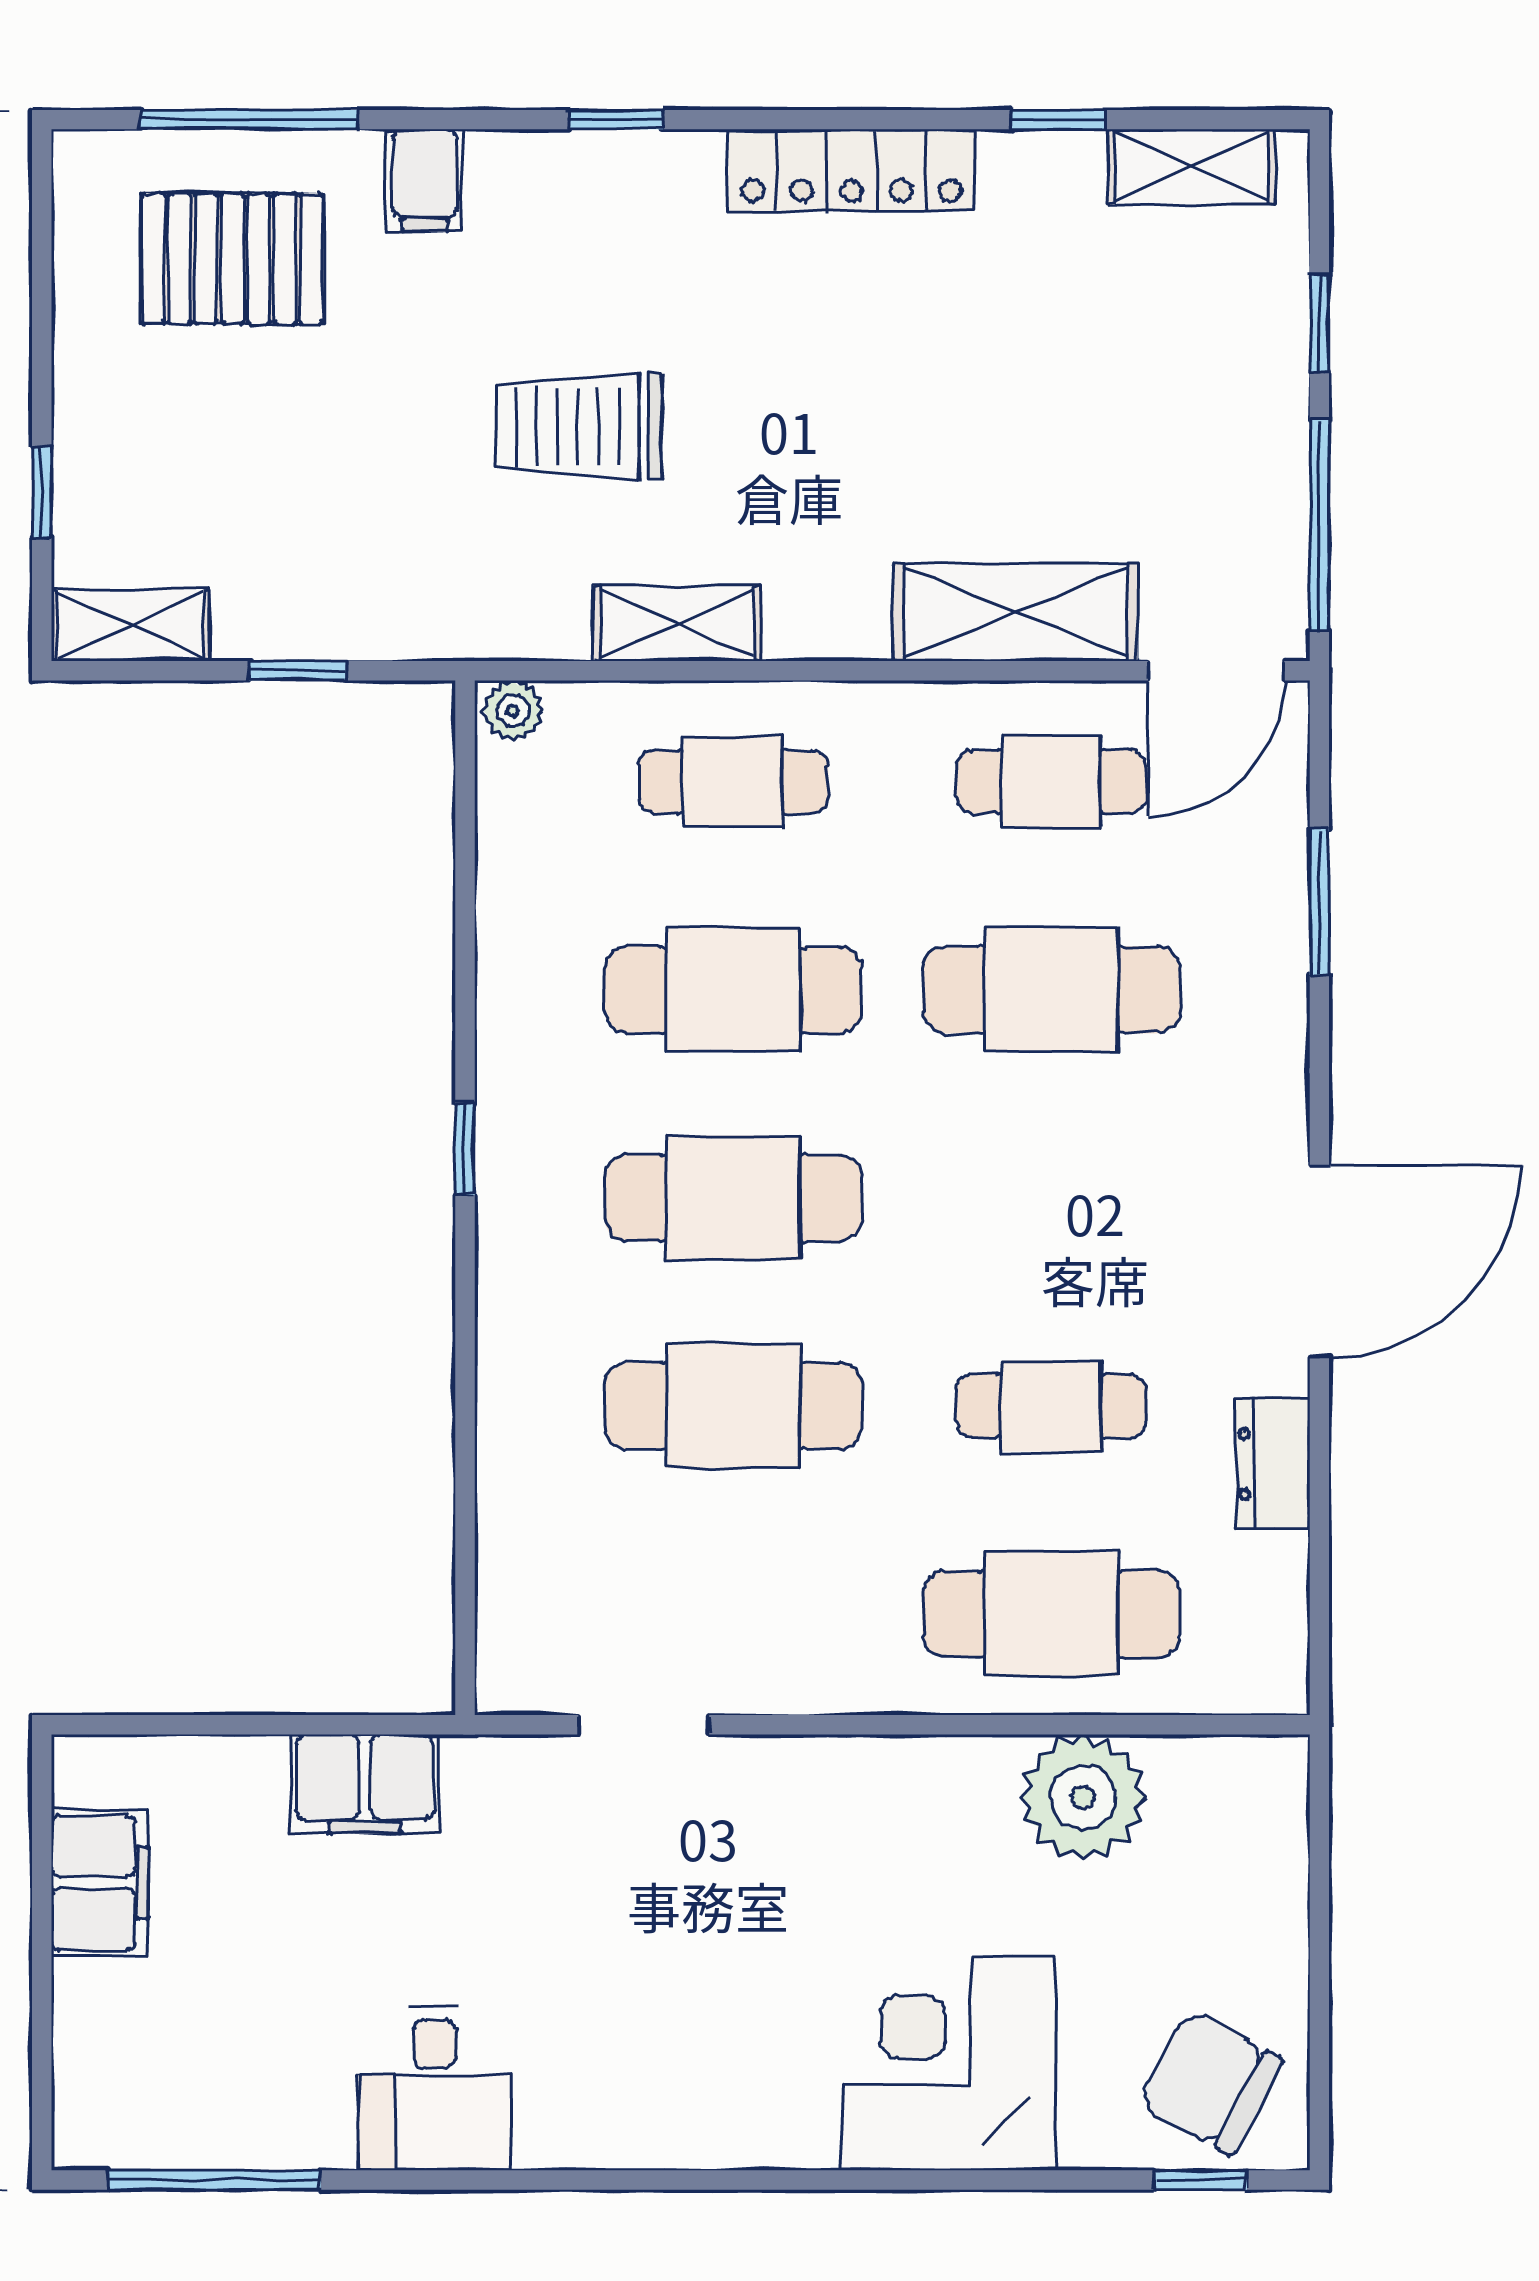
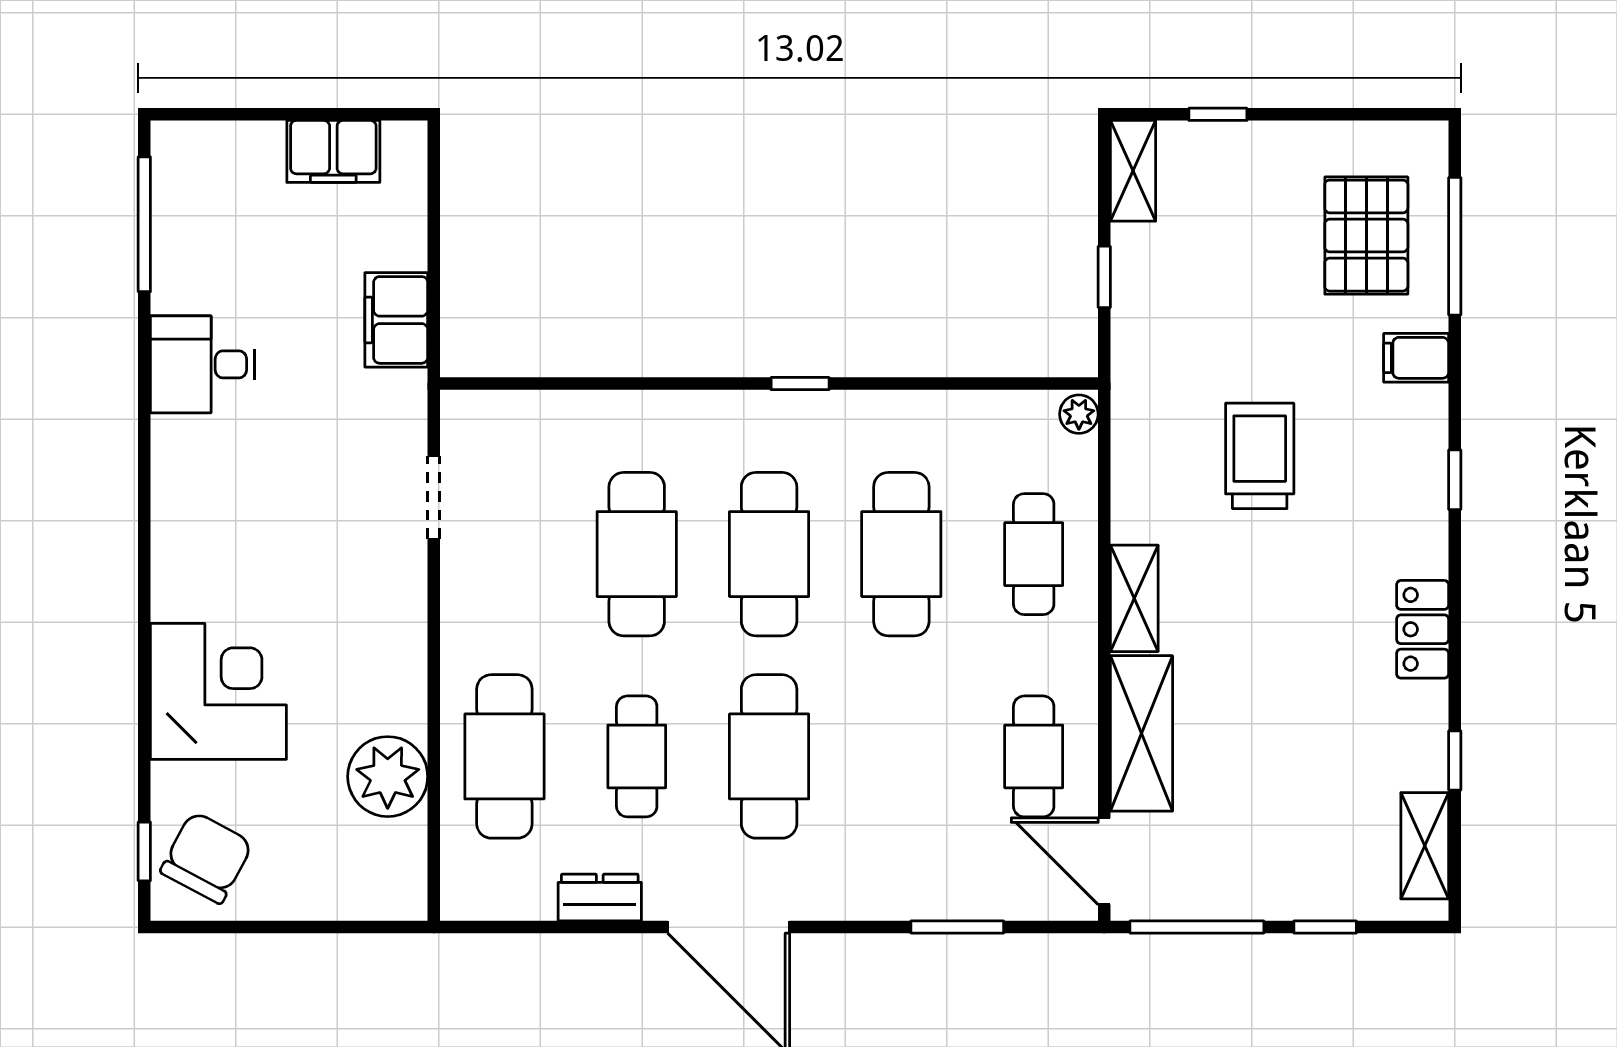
locker: (851, 170) -> (1423, 629), width x0.66
shelving: (677, 623) -> (1134, 598), moved
cafe table: (1051, 990) -> (769, 756), moved

